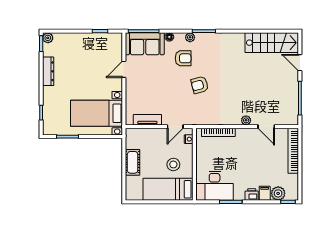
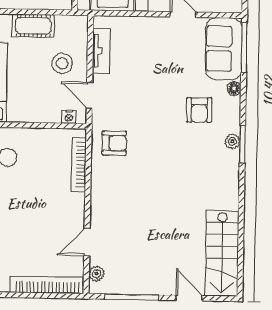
plant: (190, 37) -> (232, 141), moved
door: (300, 63) -> (189, 298), hinge flipped
armchair: (200, 85) -> (114, 143), moved, turned 105
plant: (246, 120) -> (96, 274), moved
stool: (173, 164) -> (62, 63), moved

